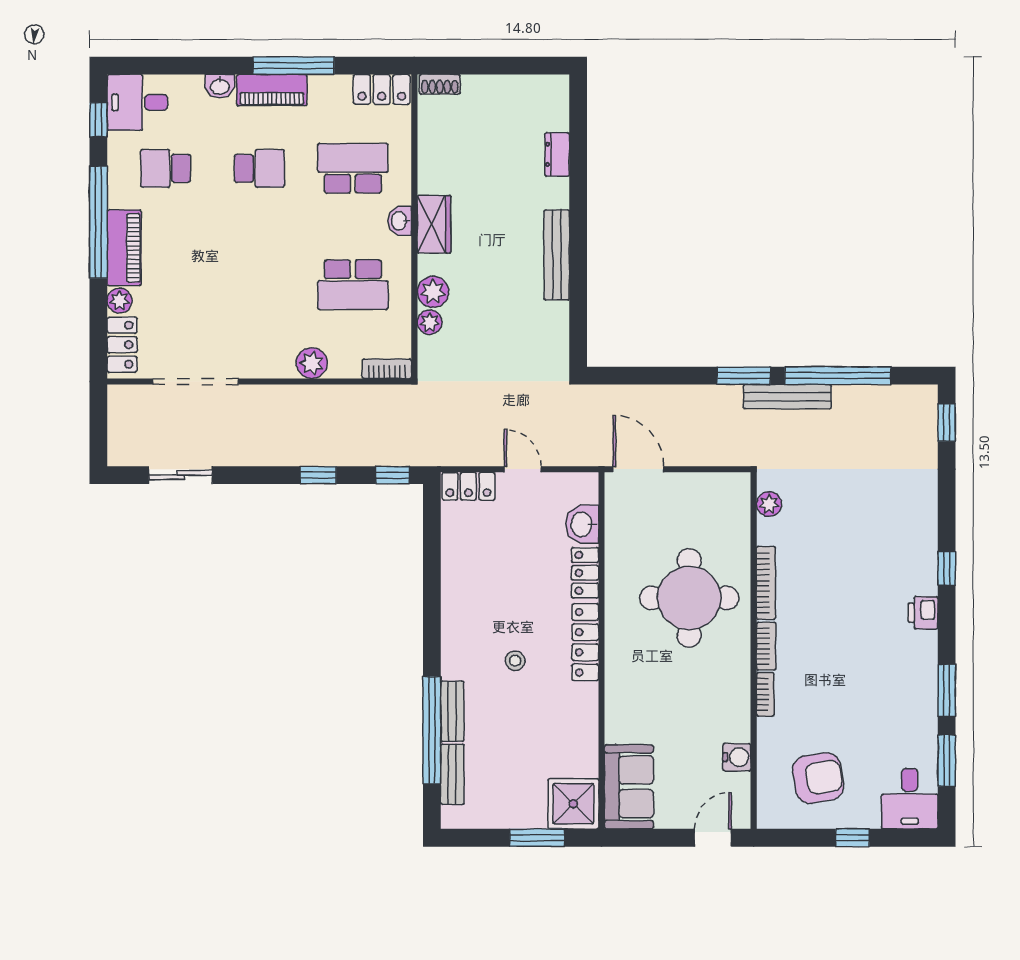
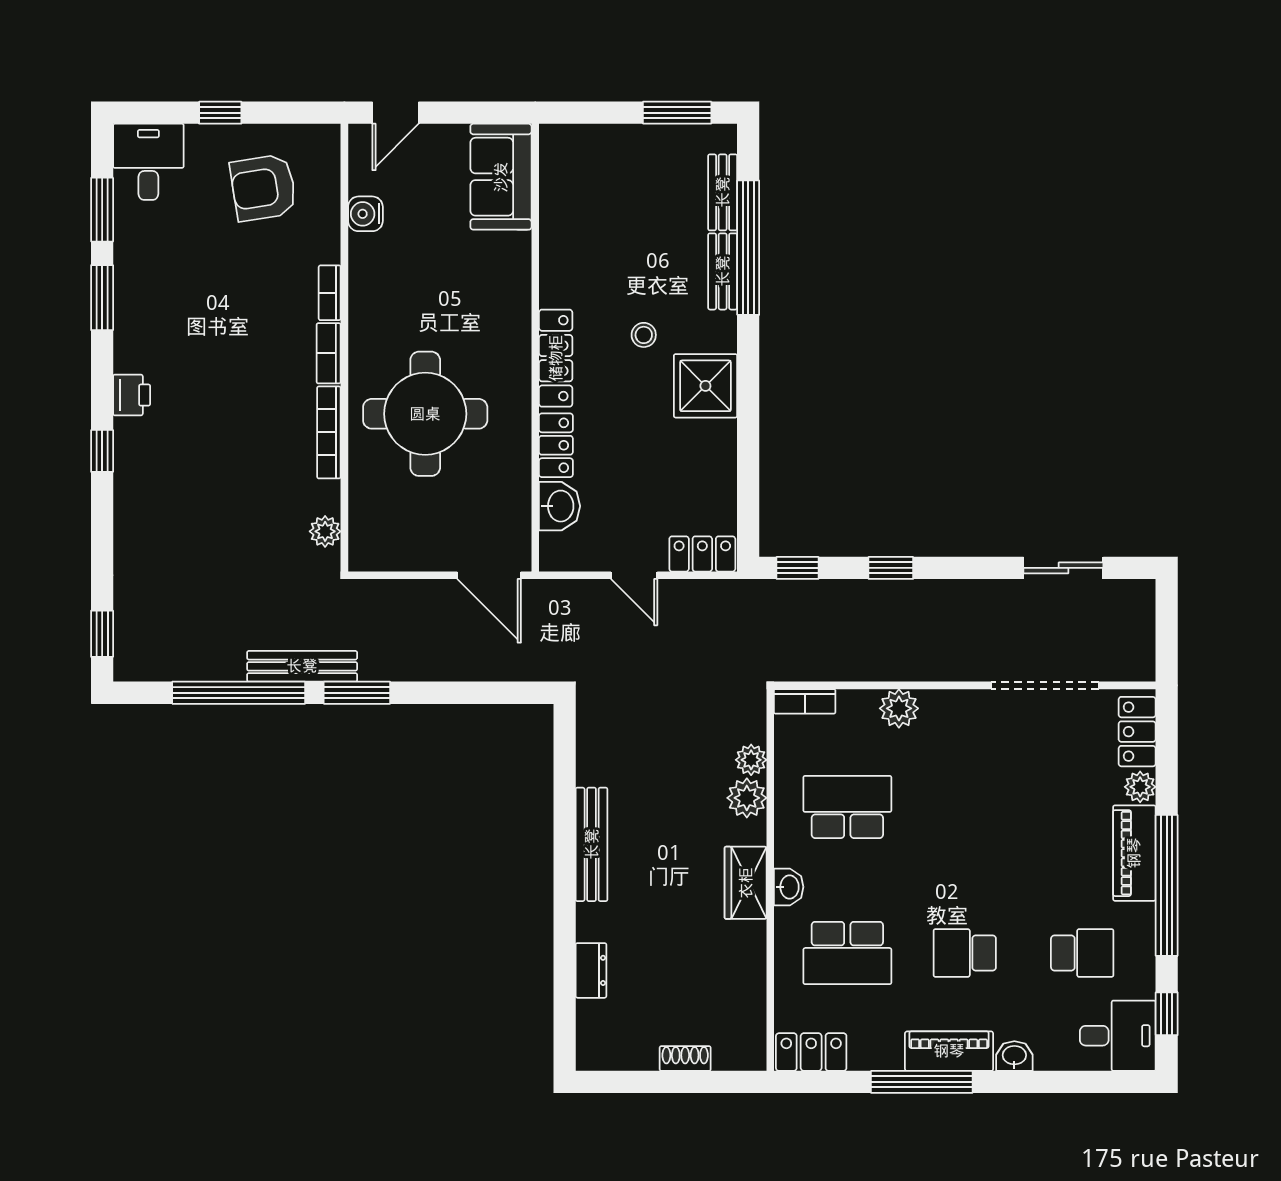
shoe rack: (440, 84) -> (685, 1058), moved
shower: (573, 804) -> (705, 386), moved
window: (537, 838) -> (677, 113), moved

